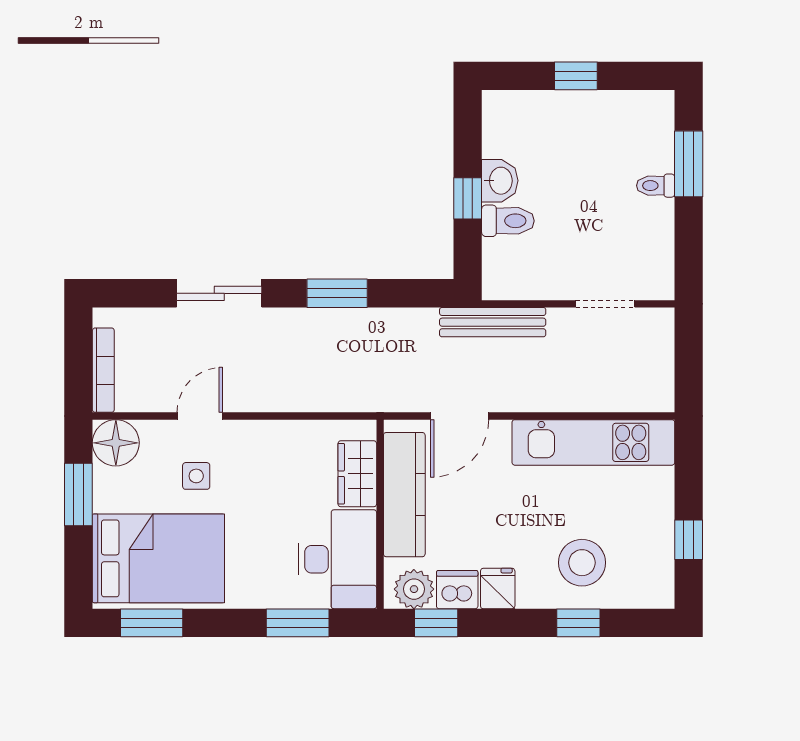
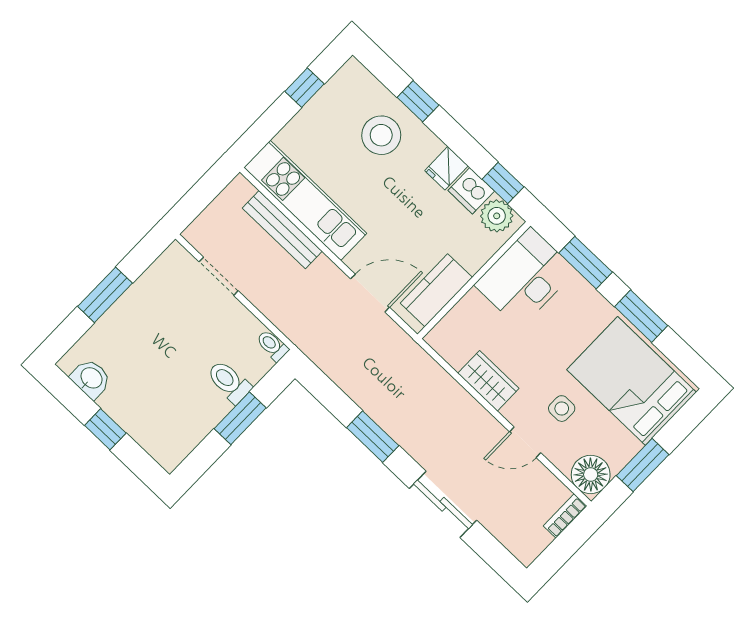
window: (689, 164) -> (105, 295), moved
washbasin: (500, 181) -> (91, 379), moved, turned 90
toilet: (656, 186) -> (272, 345), moved, turned 180
window: (468, 198) -> (240, 418), width x1.50
bench: (493, 322) -> (282, 230), moved
bookcase: (103, 370) -> (565, 516), width x0.64
wardrobe: (357, 474) -> (488, 381), moved, turned -90
kitchen counter: (404, 495) -> (436, 290), width x0.67
window: (152, 623) -> (641, 316), moved

